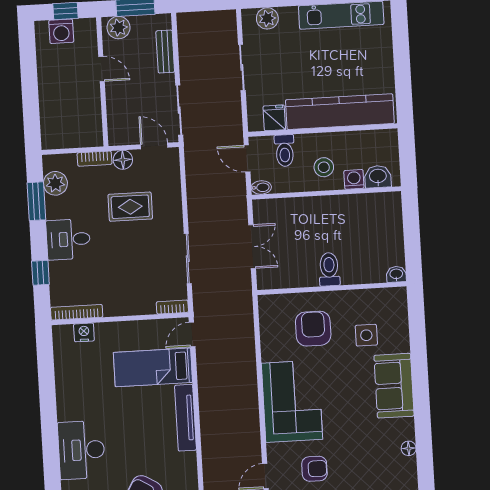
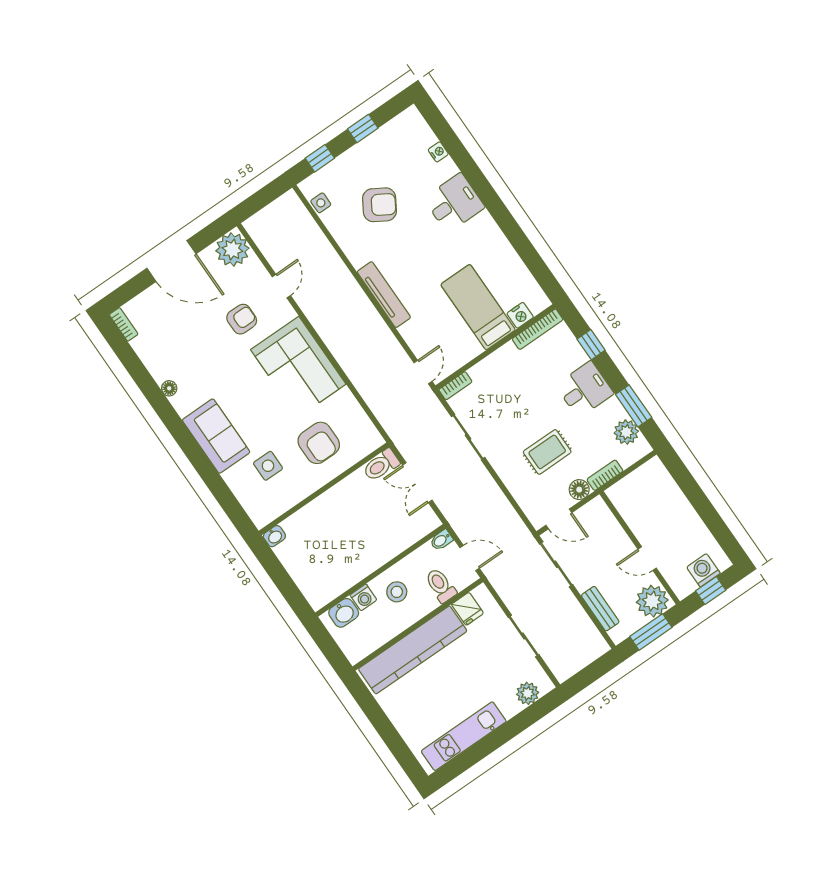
plant: (119, 28) -> (652, 601), width x1.36, depth x1.36
toilet: (329, 269) -> (381, 465), moved, turned 90
bed: (153, 367) -> (478, 307), moved, turned -90
desk: (81, 450) -> (454, 203), width x0.73
armchair: (314, 469) -> (242, 319), turned 180

